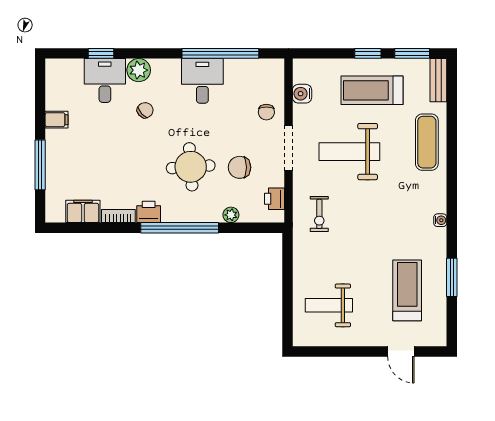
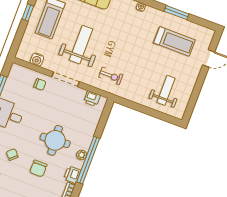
weight bench: (349, 152) -> (81, 45), turned 180
chair: (240, 167) -> (38, 168), moved
plant: (231, 215) -> (82, 155), moved
treadmill: (407, 290) -> (174, 41), turned 180
weight bench: (329, 305) -> (166, 90), turned 180

